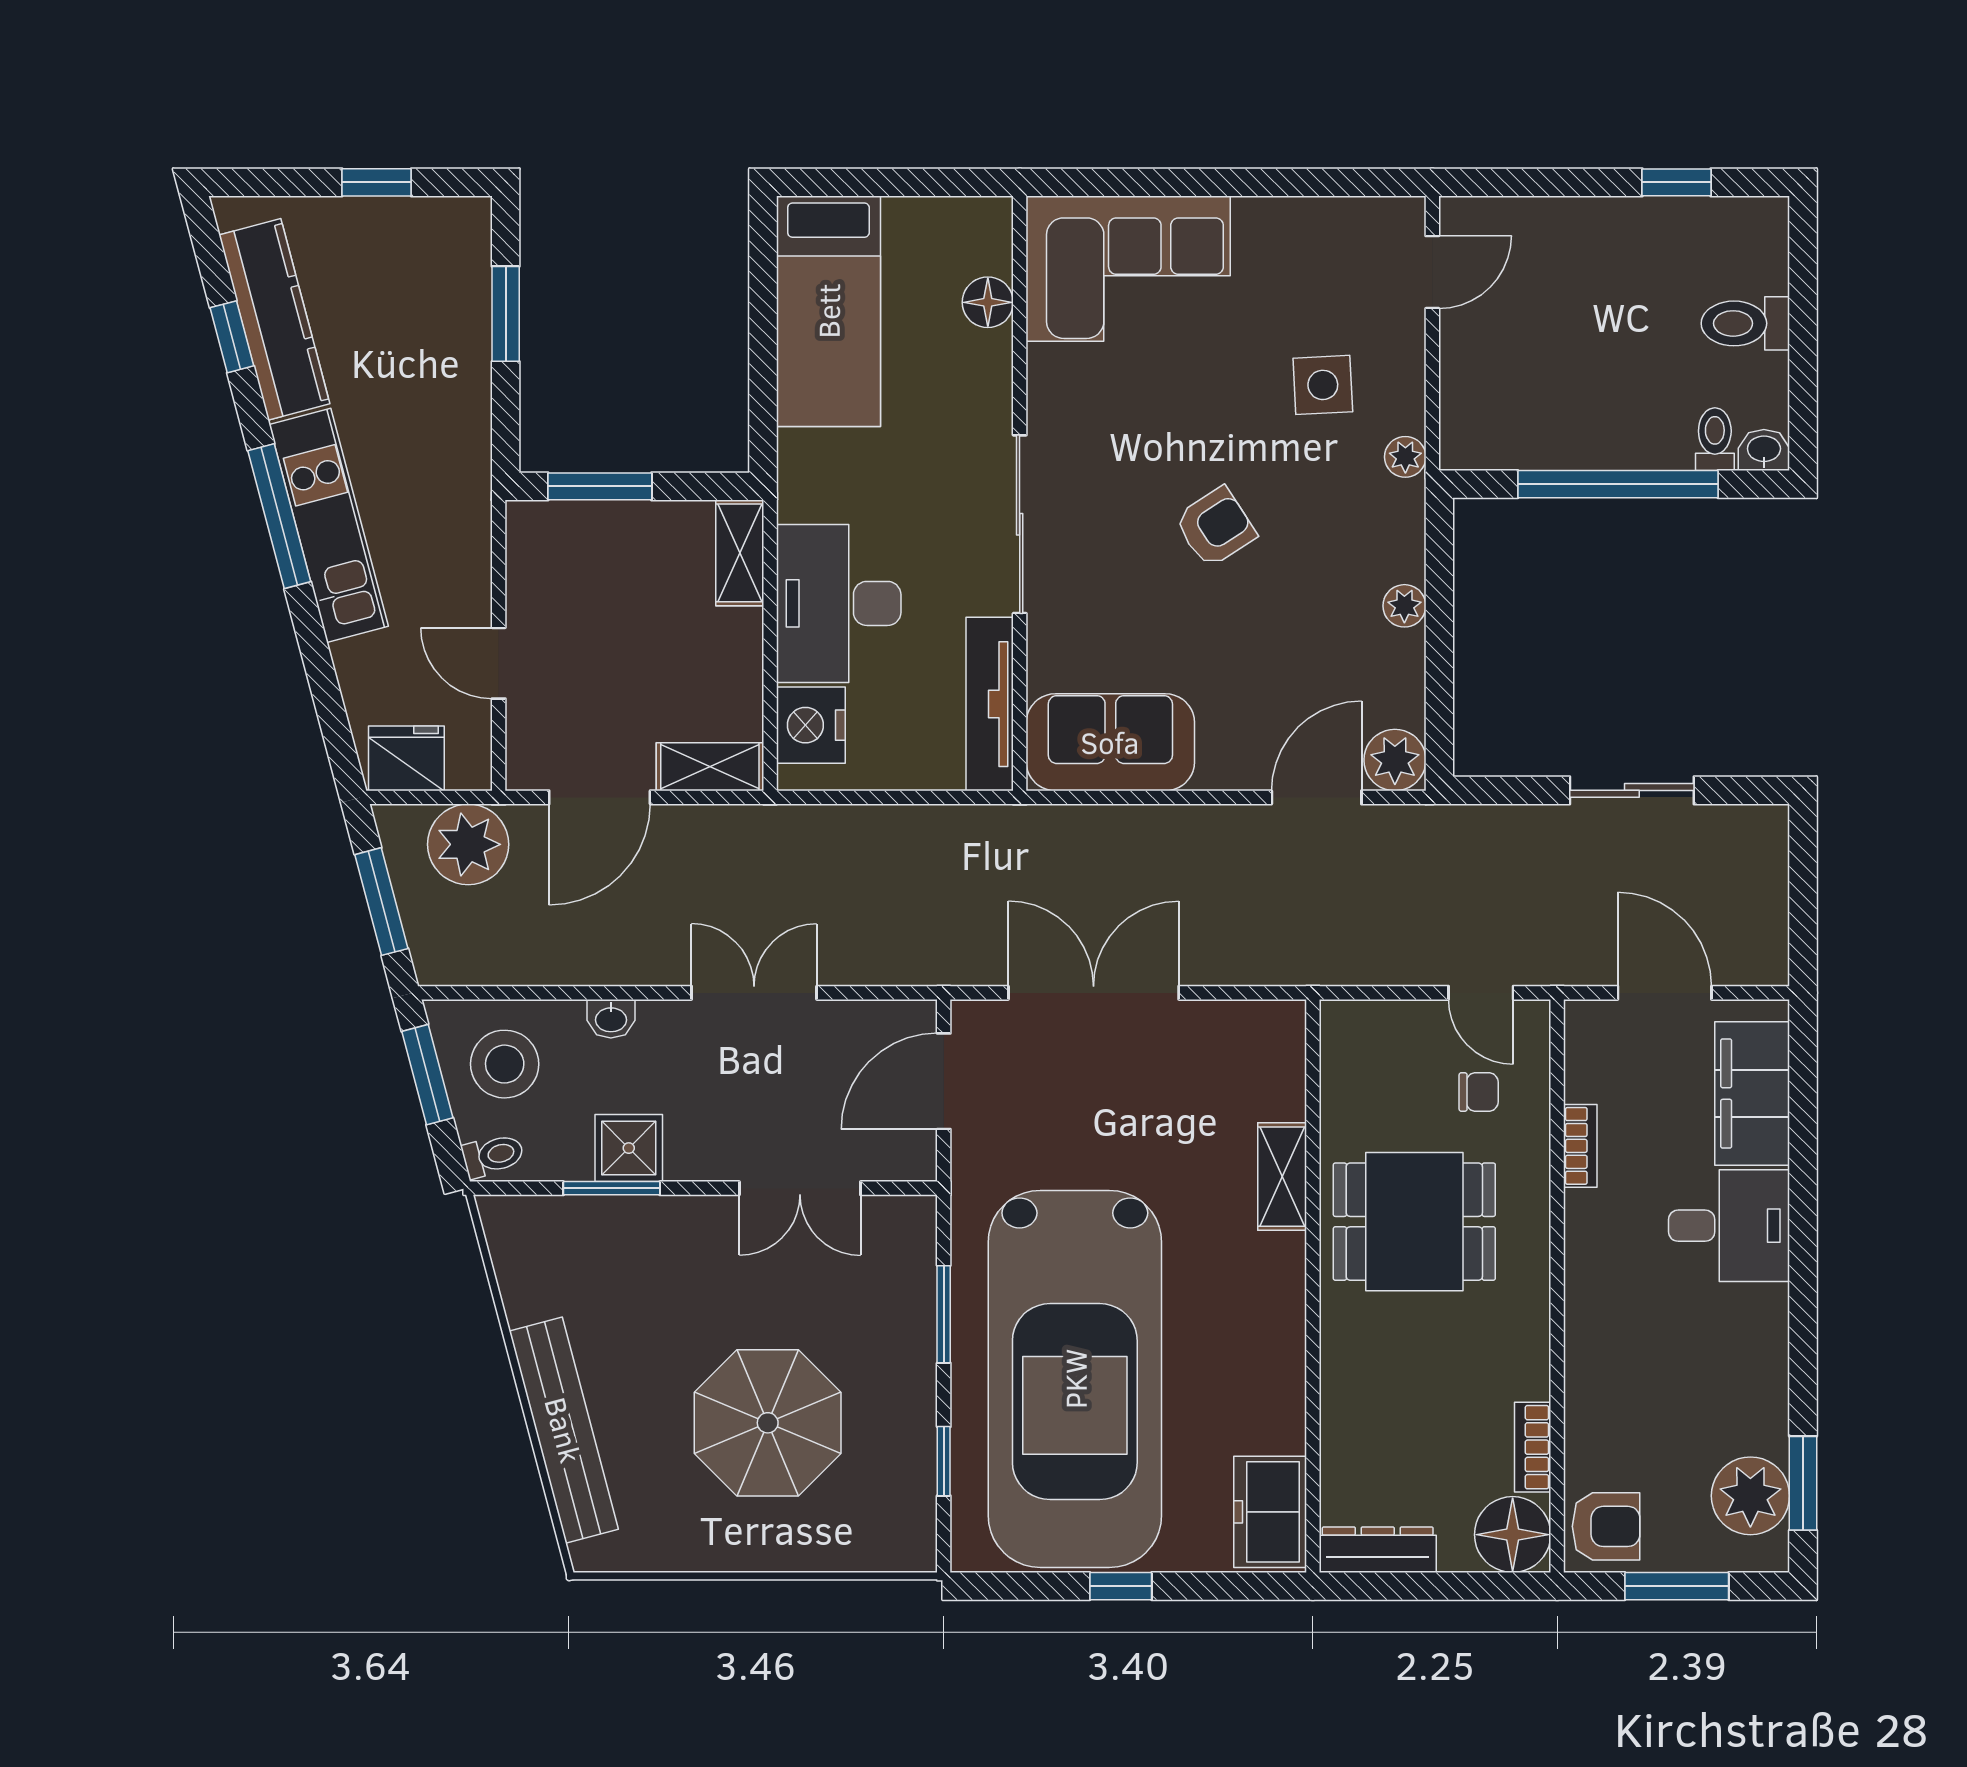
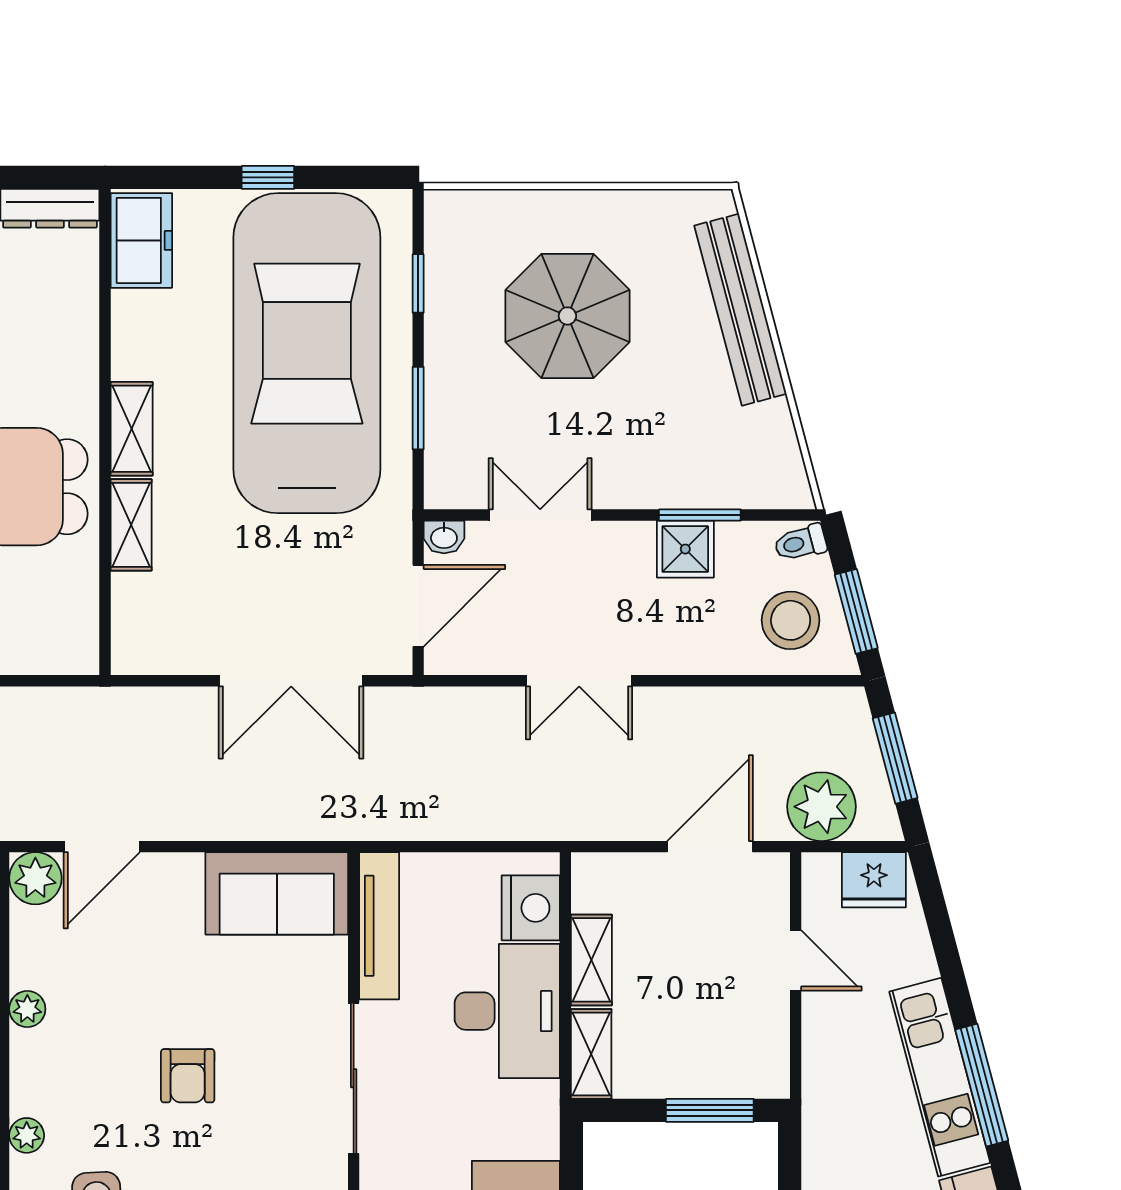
armchair: (1215, 527) -> (188, 1076), turned -57
shelving: (710, 767) -> (591, 960), moved, turned 90
washbasin: (611, 1019) -> (444, 537), moved, turned 180
shelving: (1282, 1290) -> (132, 429), added

